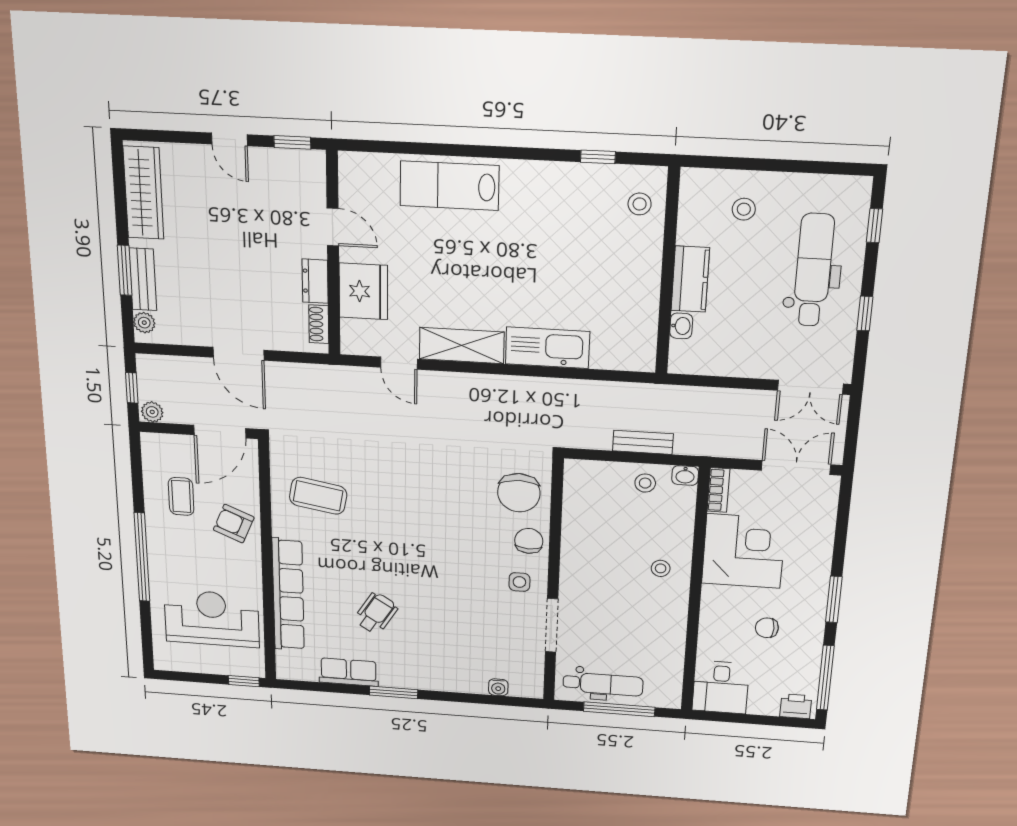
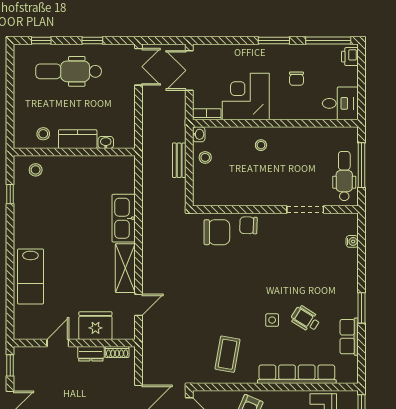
stool: (744, 209) -> (43, 134), moved
side table: (519, 582) -> (272, 320), moved

